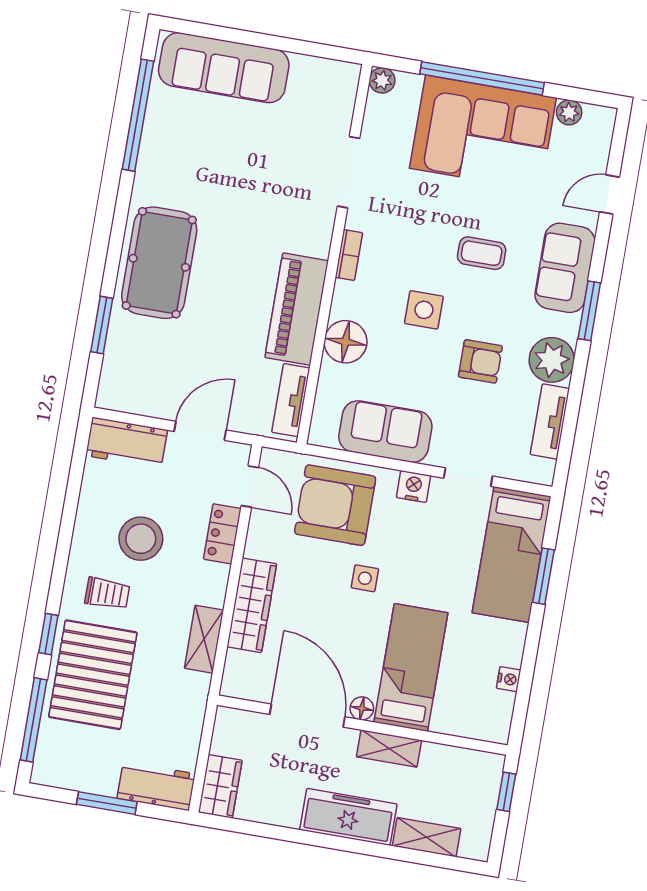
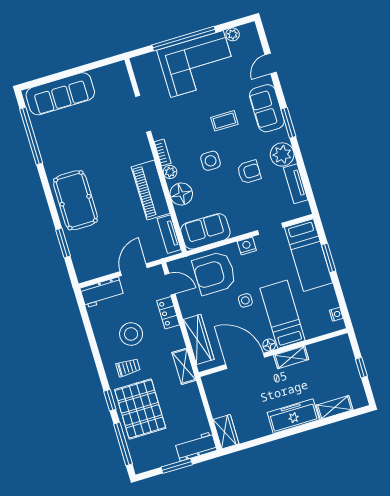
plant: (382, 80) -> (170, 172), moved
sofa: (385, 432) -> (205, 231), moved
bed: (411, 667) -> (283, 314), moved
floor lamp: (362, 708) -> (269, 345), moved
door: (307, 716) -> (245, 361), moved
wall: (362, 725) -> (273, 353), moved
shelving: (389, 749) -> (291, 357), moved

